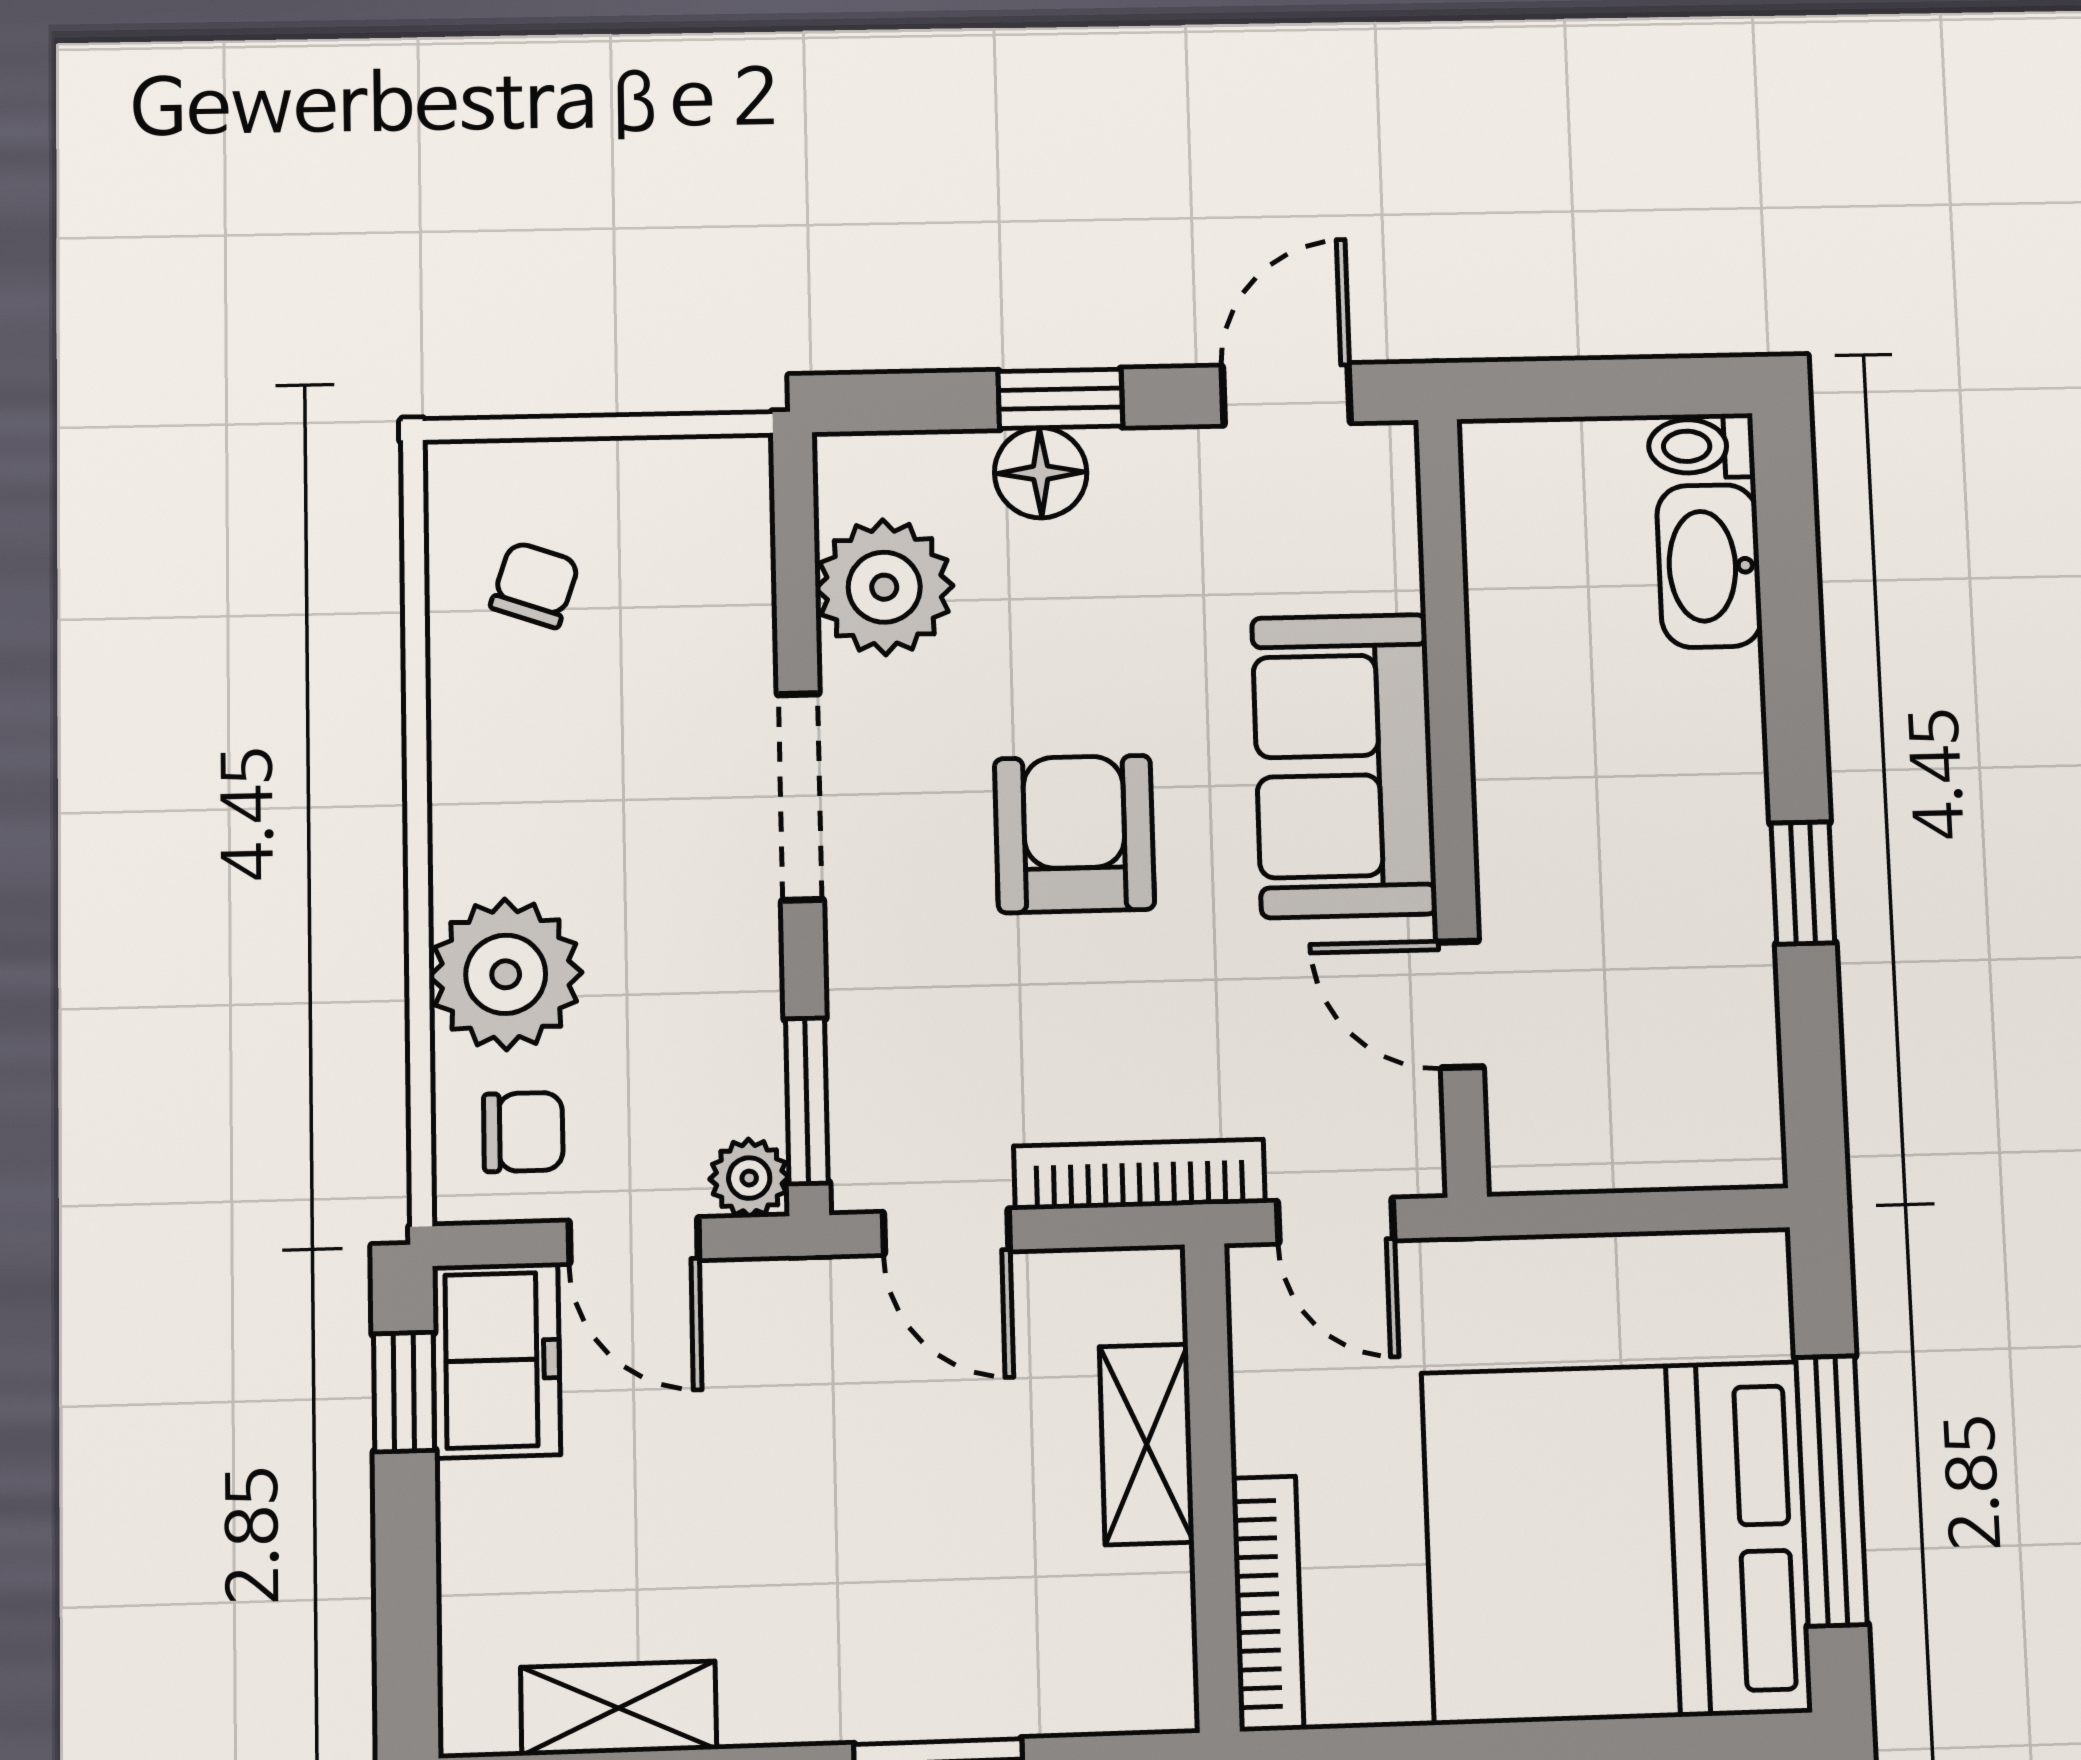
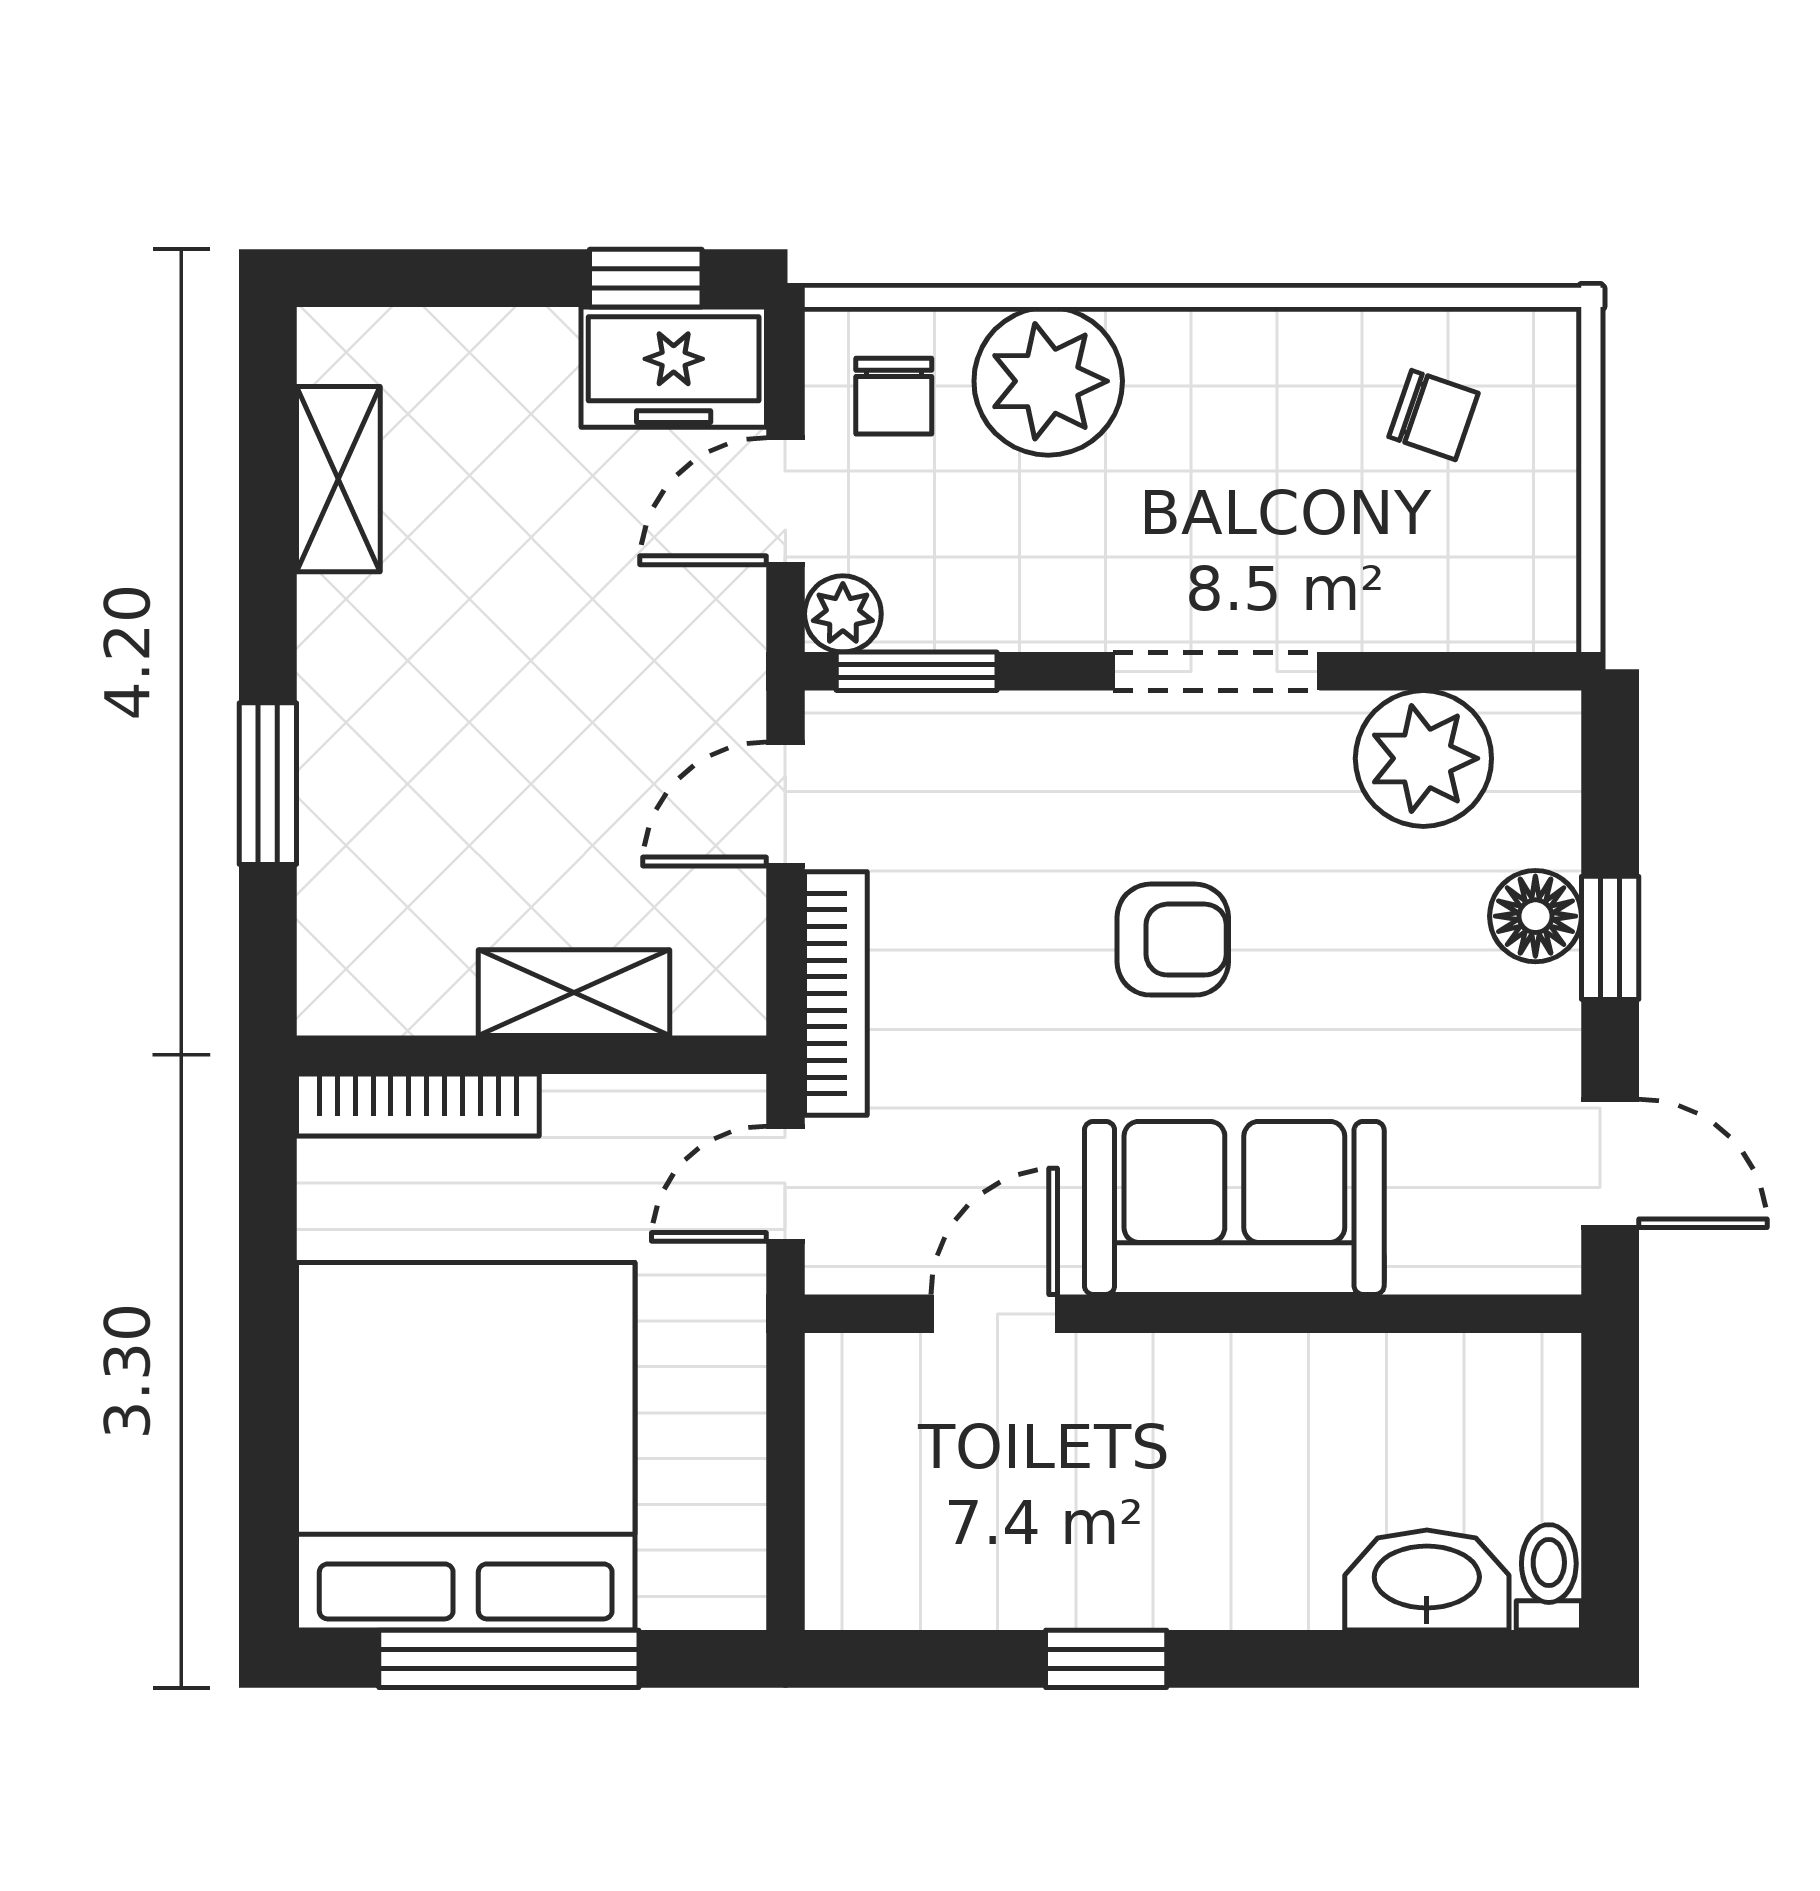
armchair: (1074, 834) -> (1173, 940), width x0.72, depth x0.72

